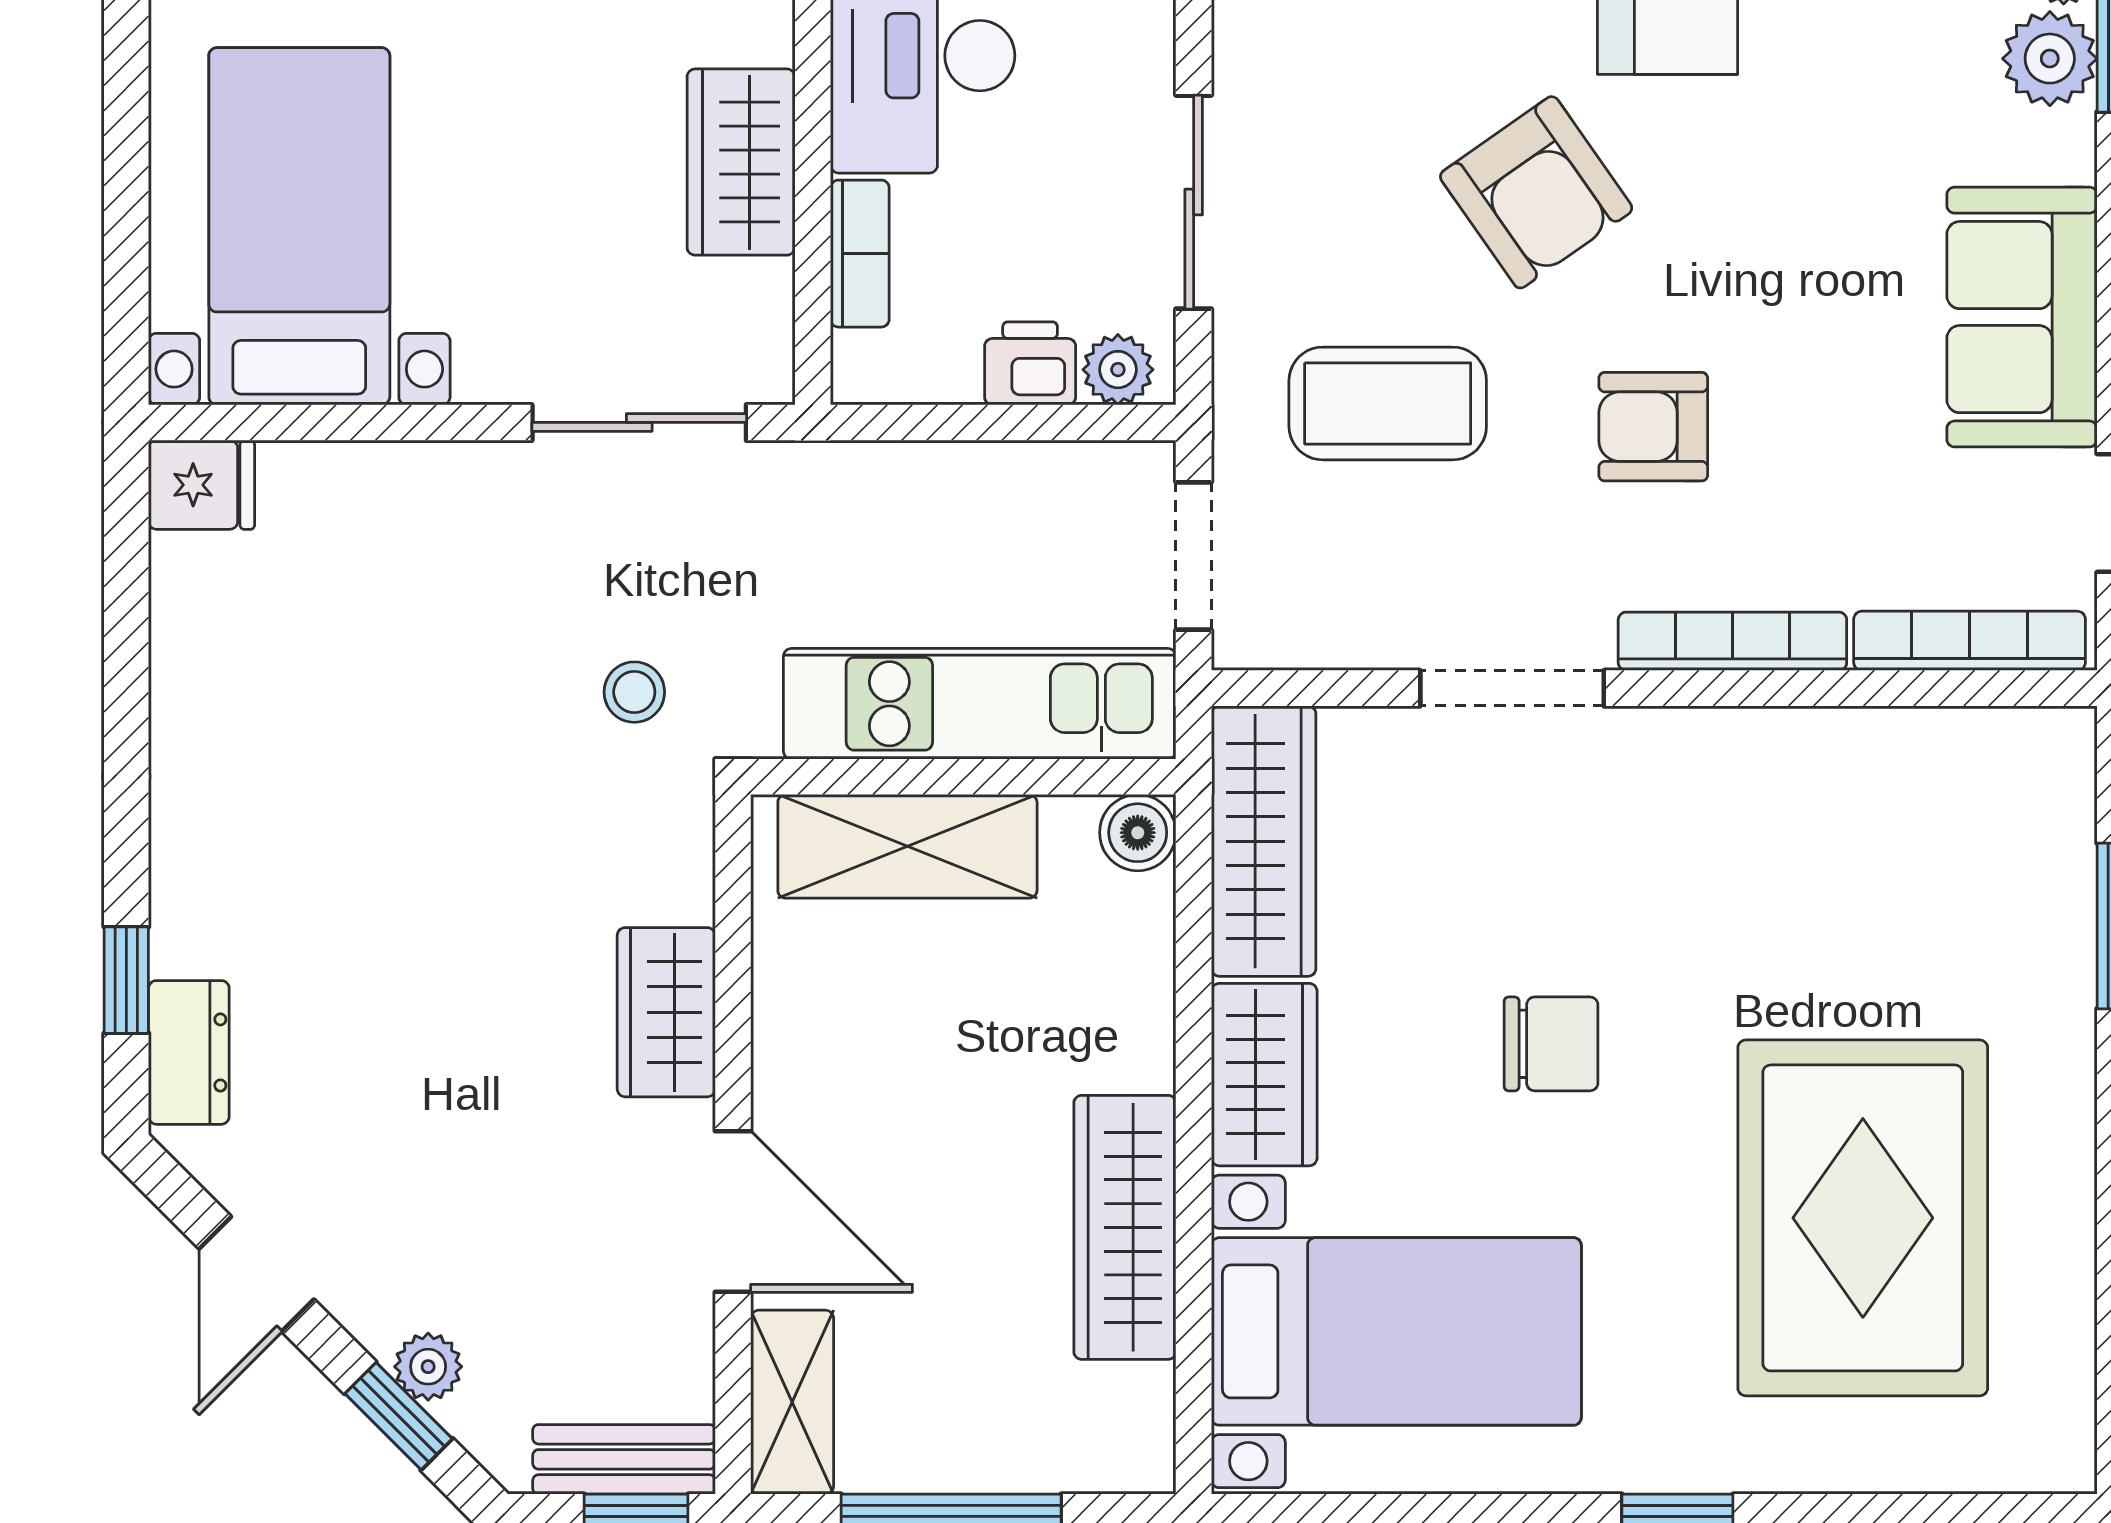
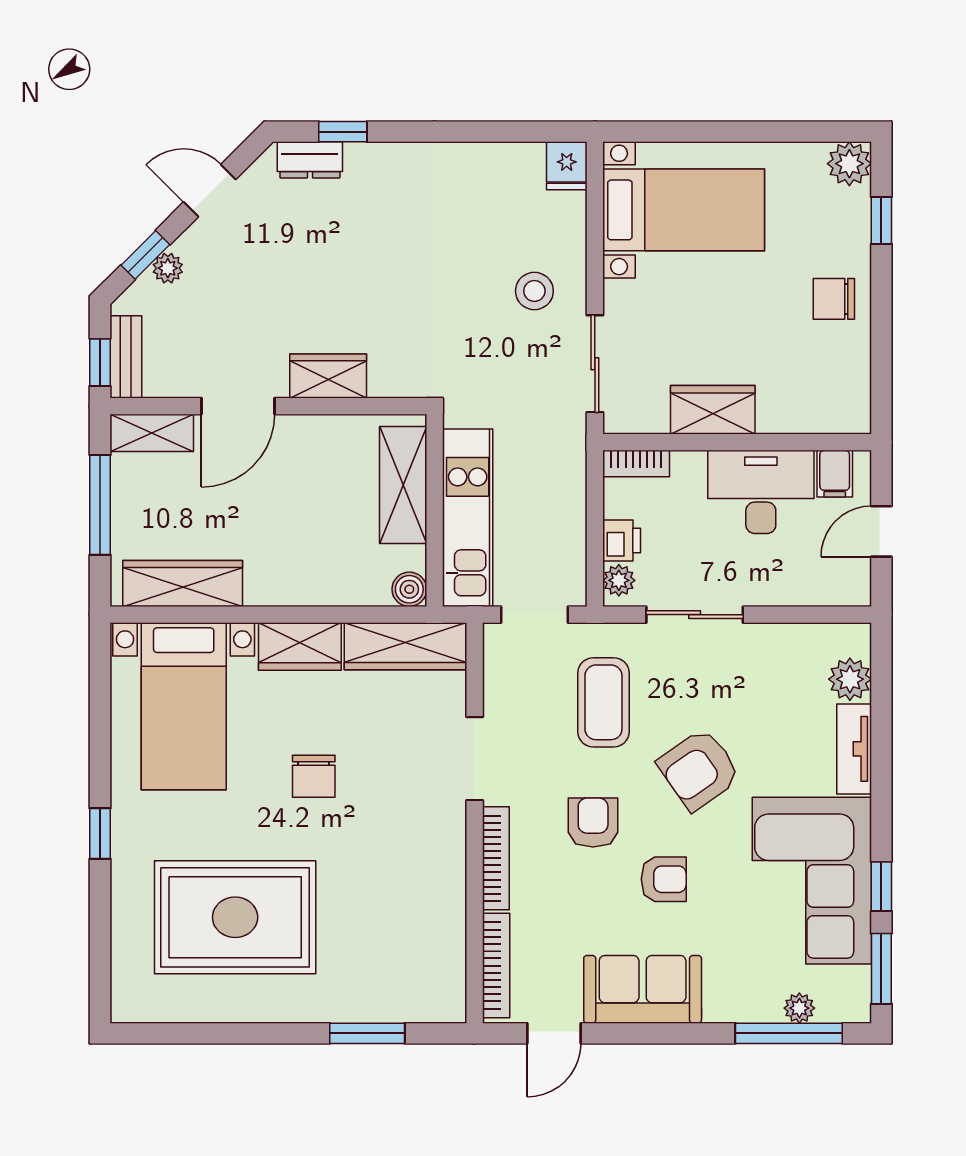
plant: (2050, 59) -> (760, 1002), removed
bookcase: (860, 254) -> (636, 464), moved
armchair: (1779, 270) -> (664, 879), added
stool: (634, 692) -> (534, 291), moved, width x1.37, depth x1.37
wardrobe: (1125, 1227) -> (183, 583), moved

